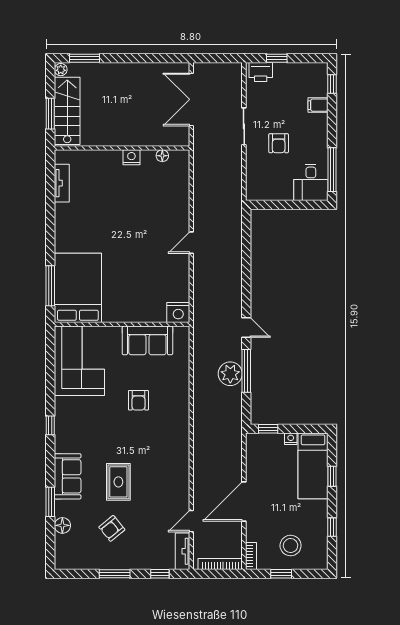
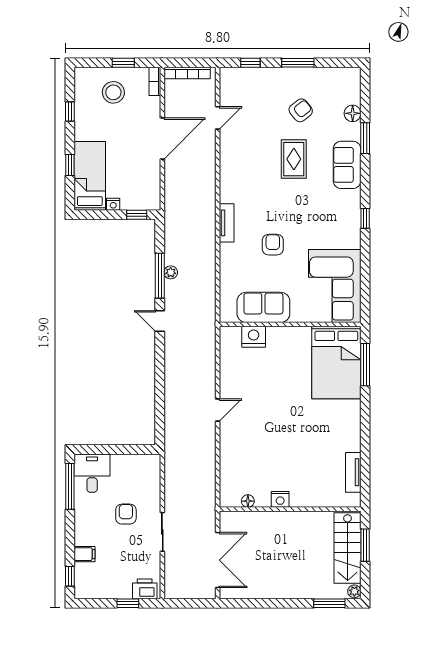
nightstand: (178, 312) -> (254, 337), moved
plant: (230, 374) -> (171, 272), width x0.53, depth x0.53
tv unit: (183, 551) -> (227, 223), moved

